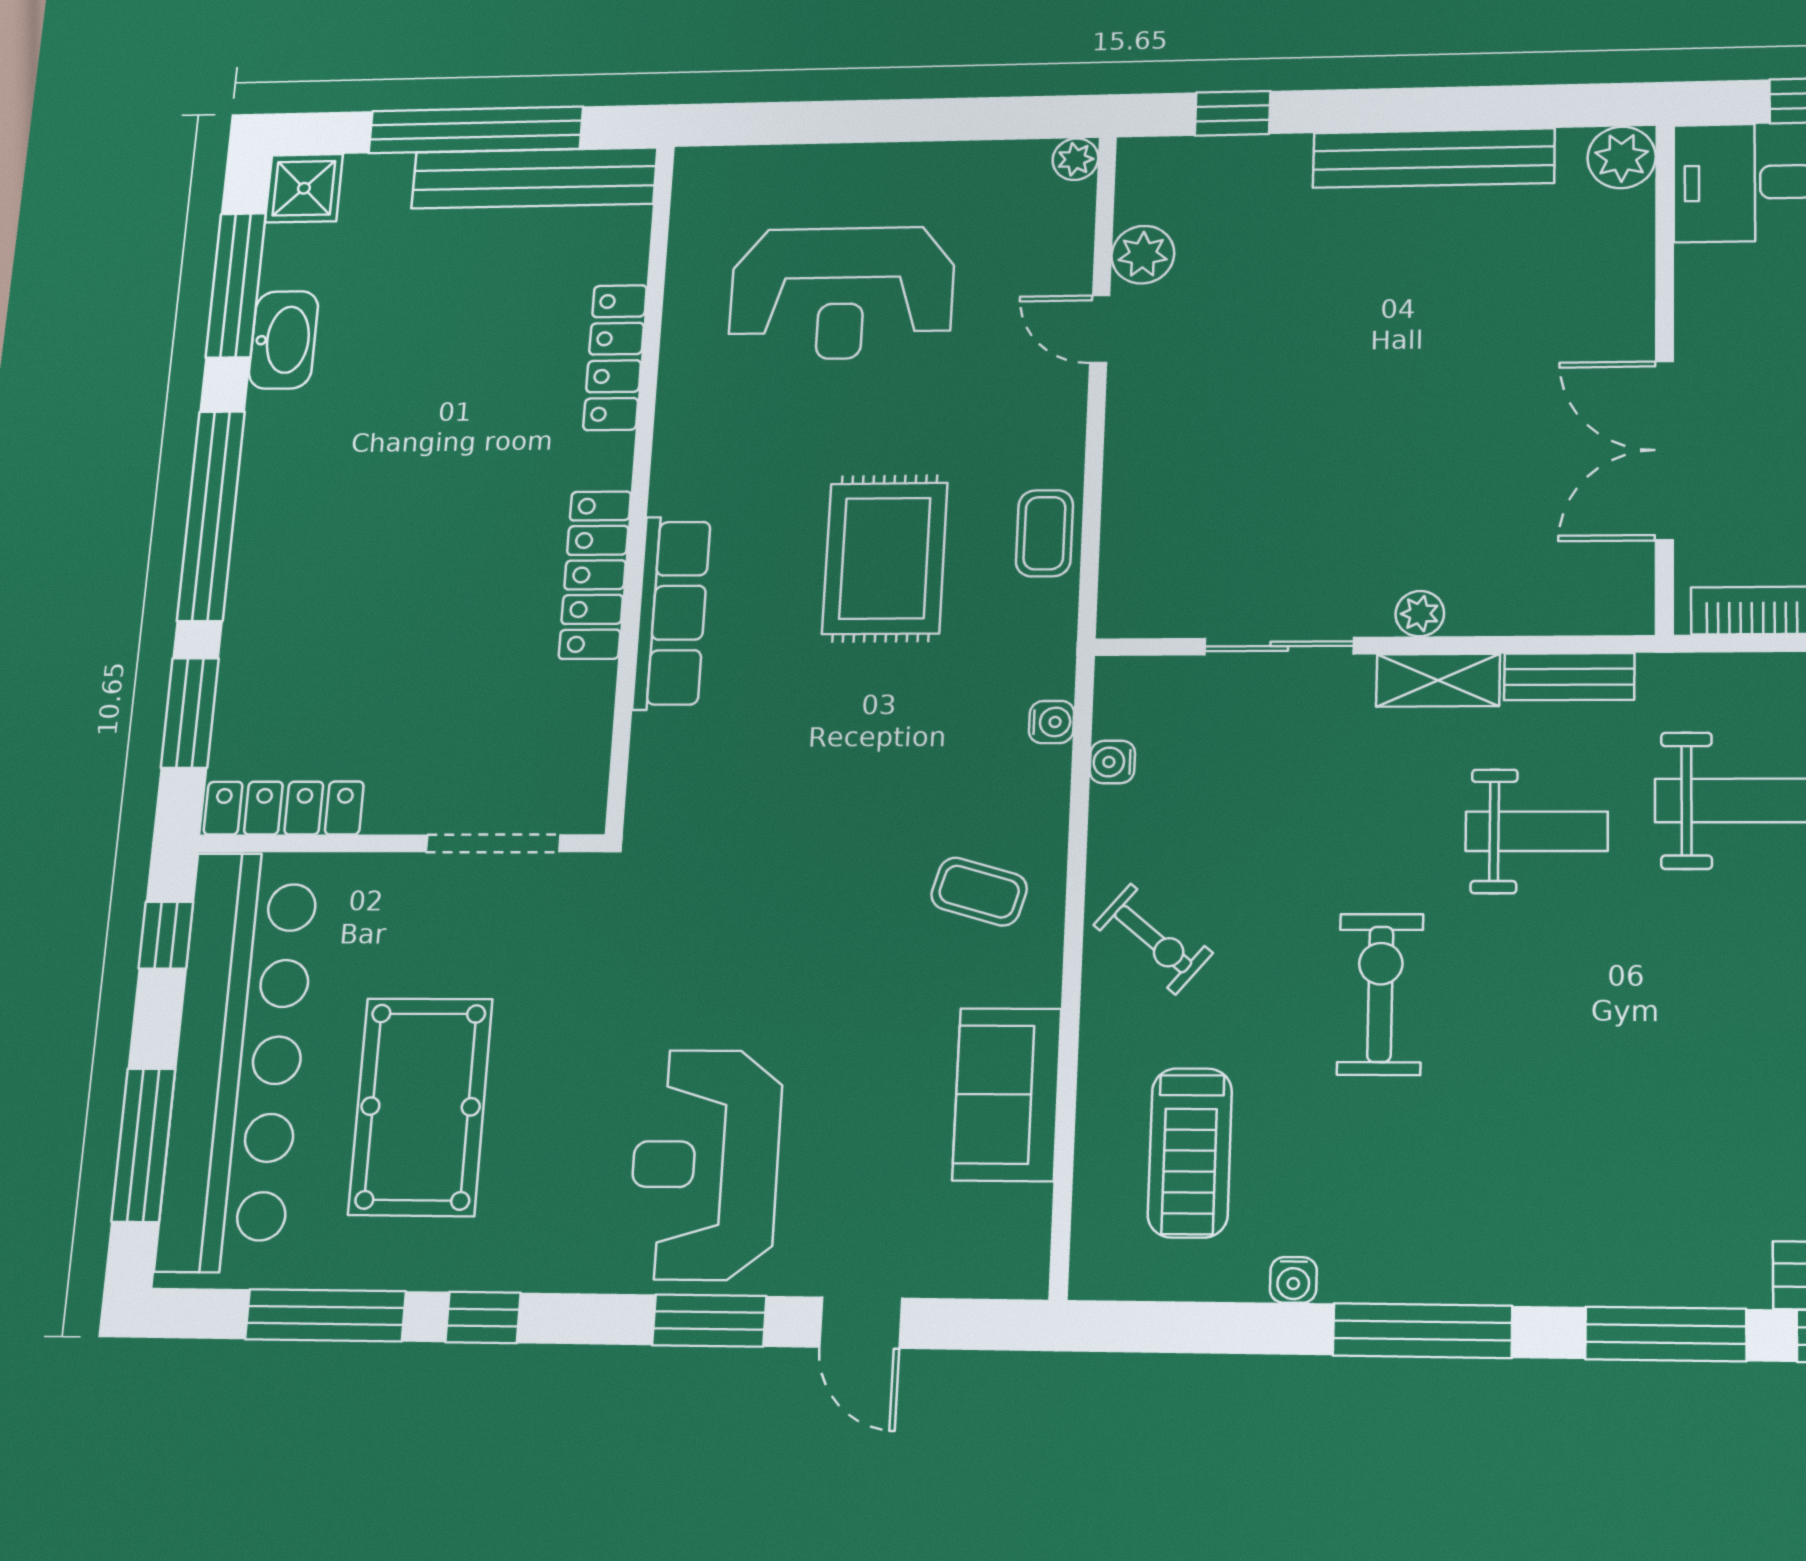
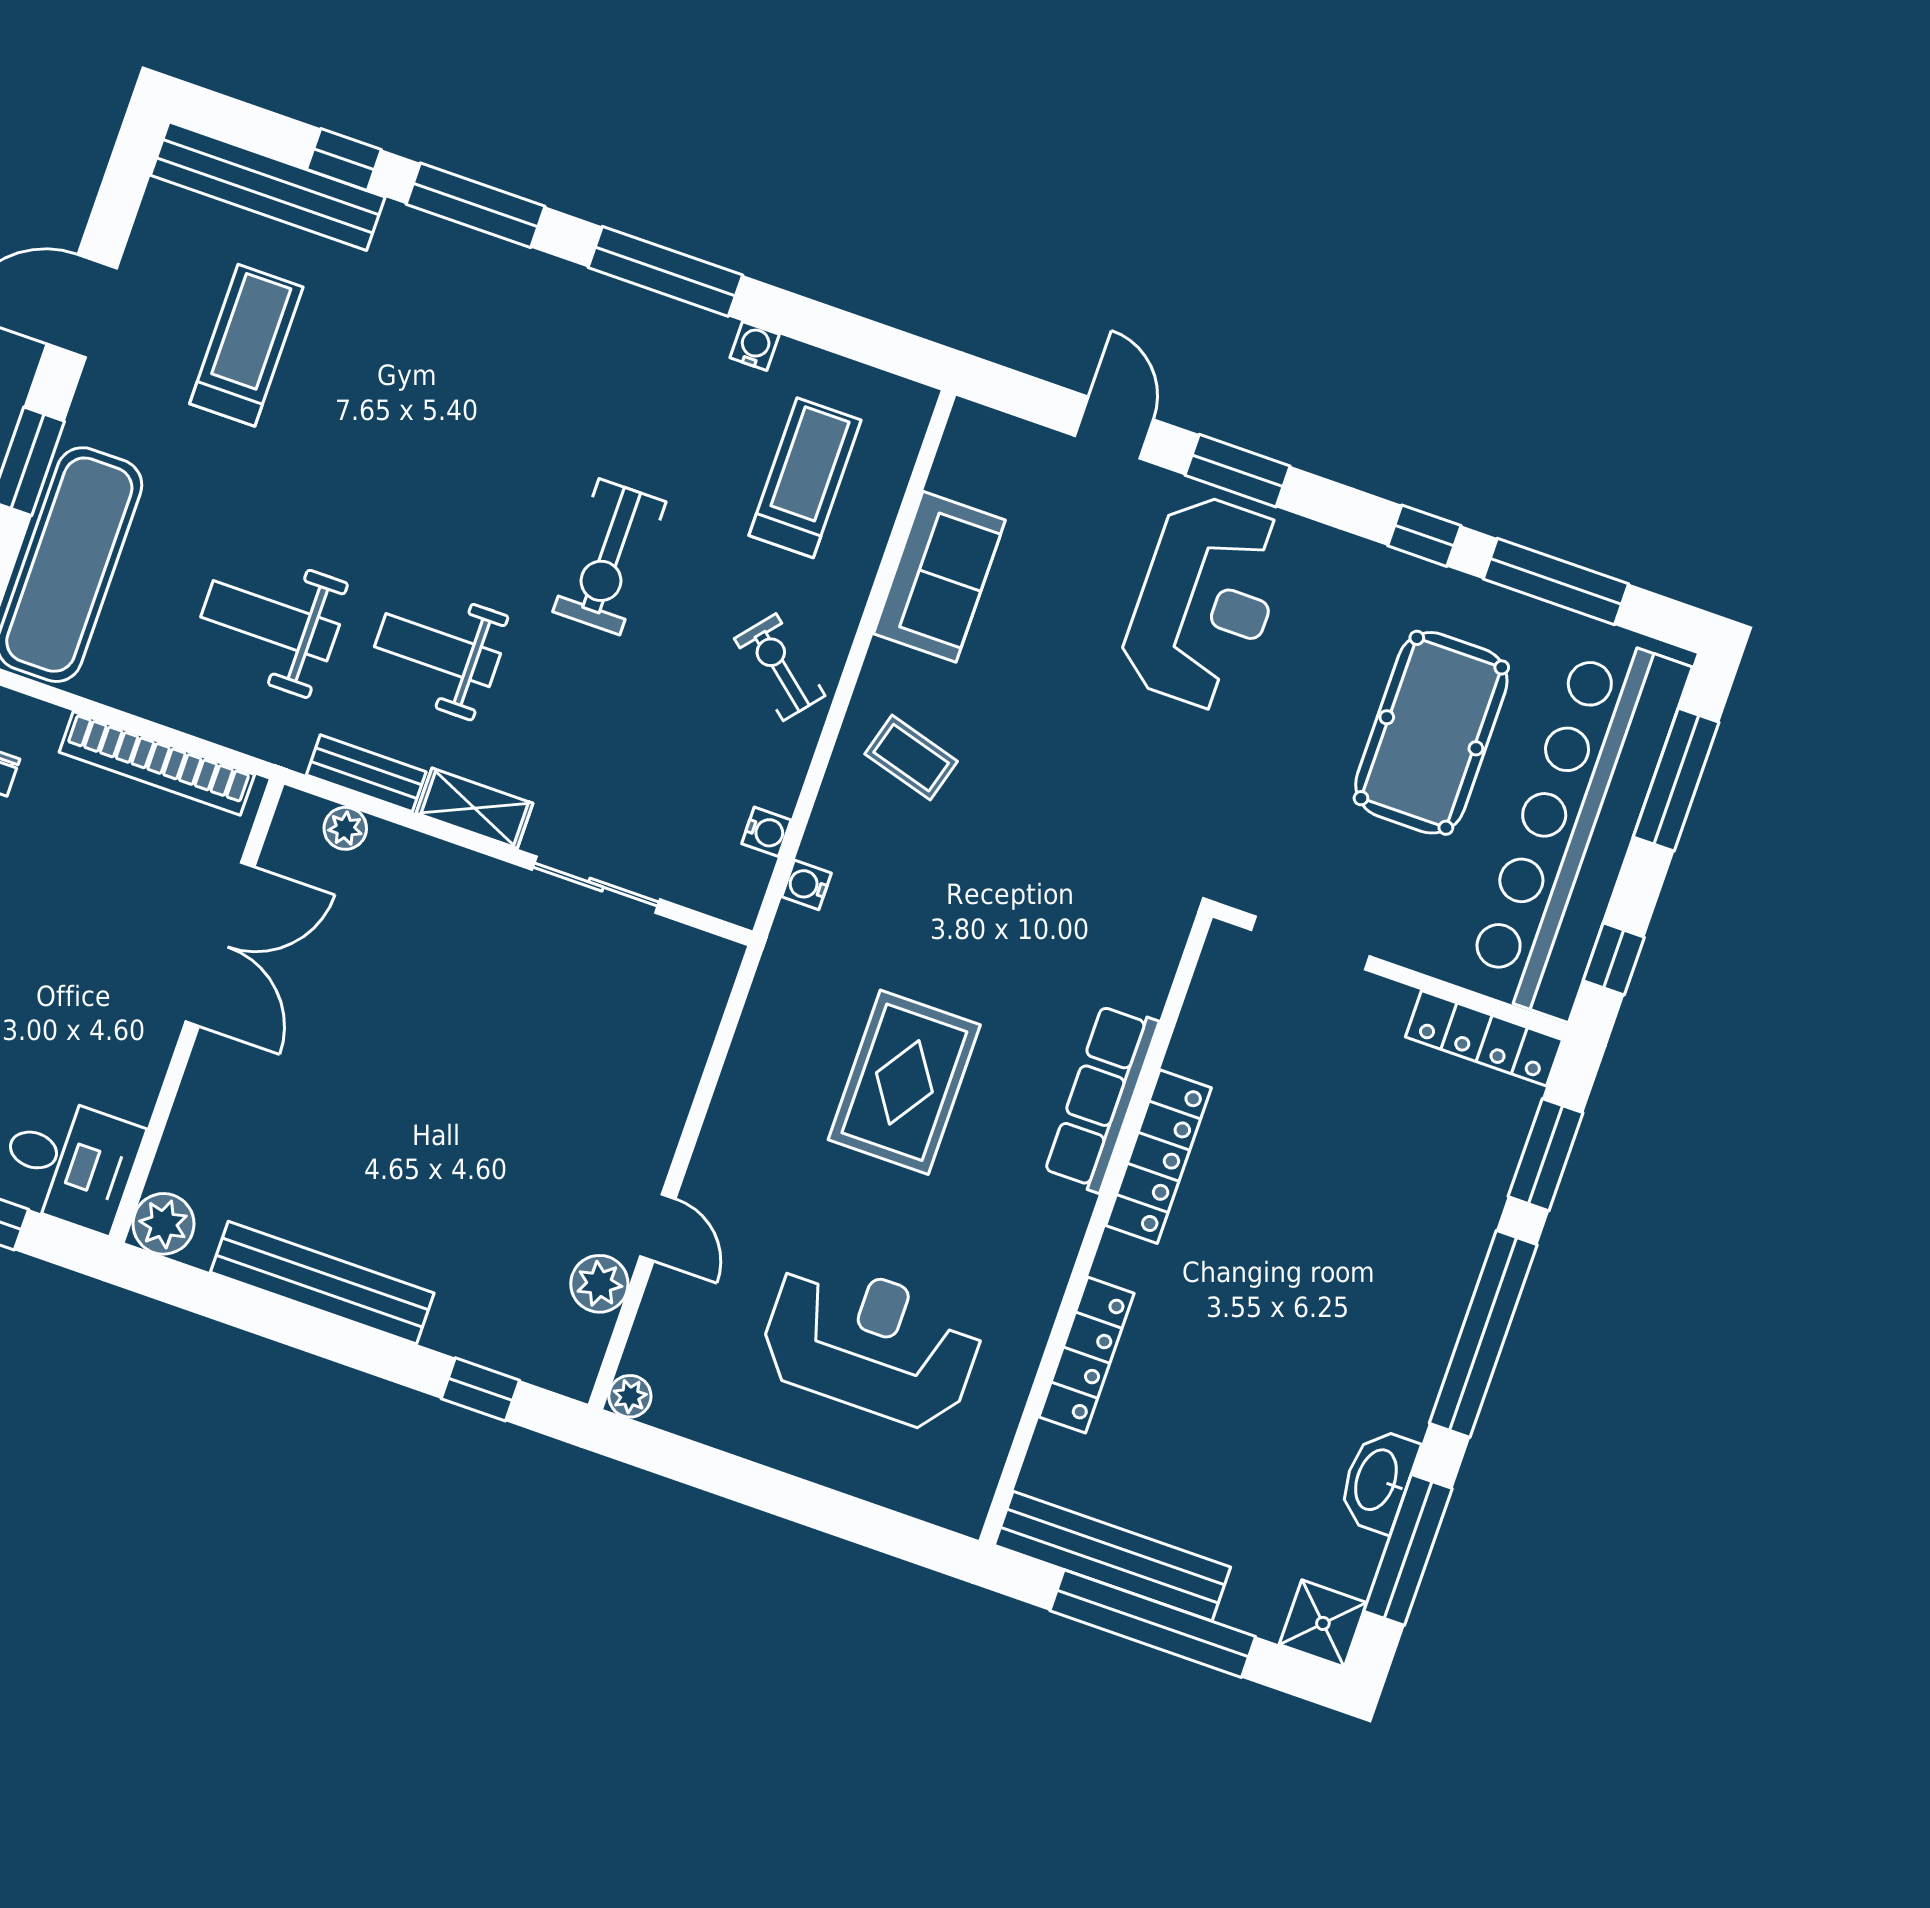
coffee table: (1044, 533) -> (762, 1056), removed
plant: (1420, 614) -> (345, 828), moved

